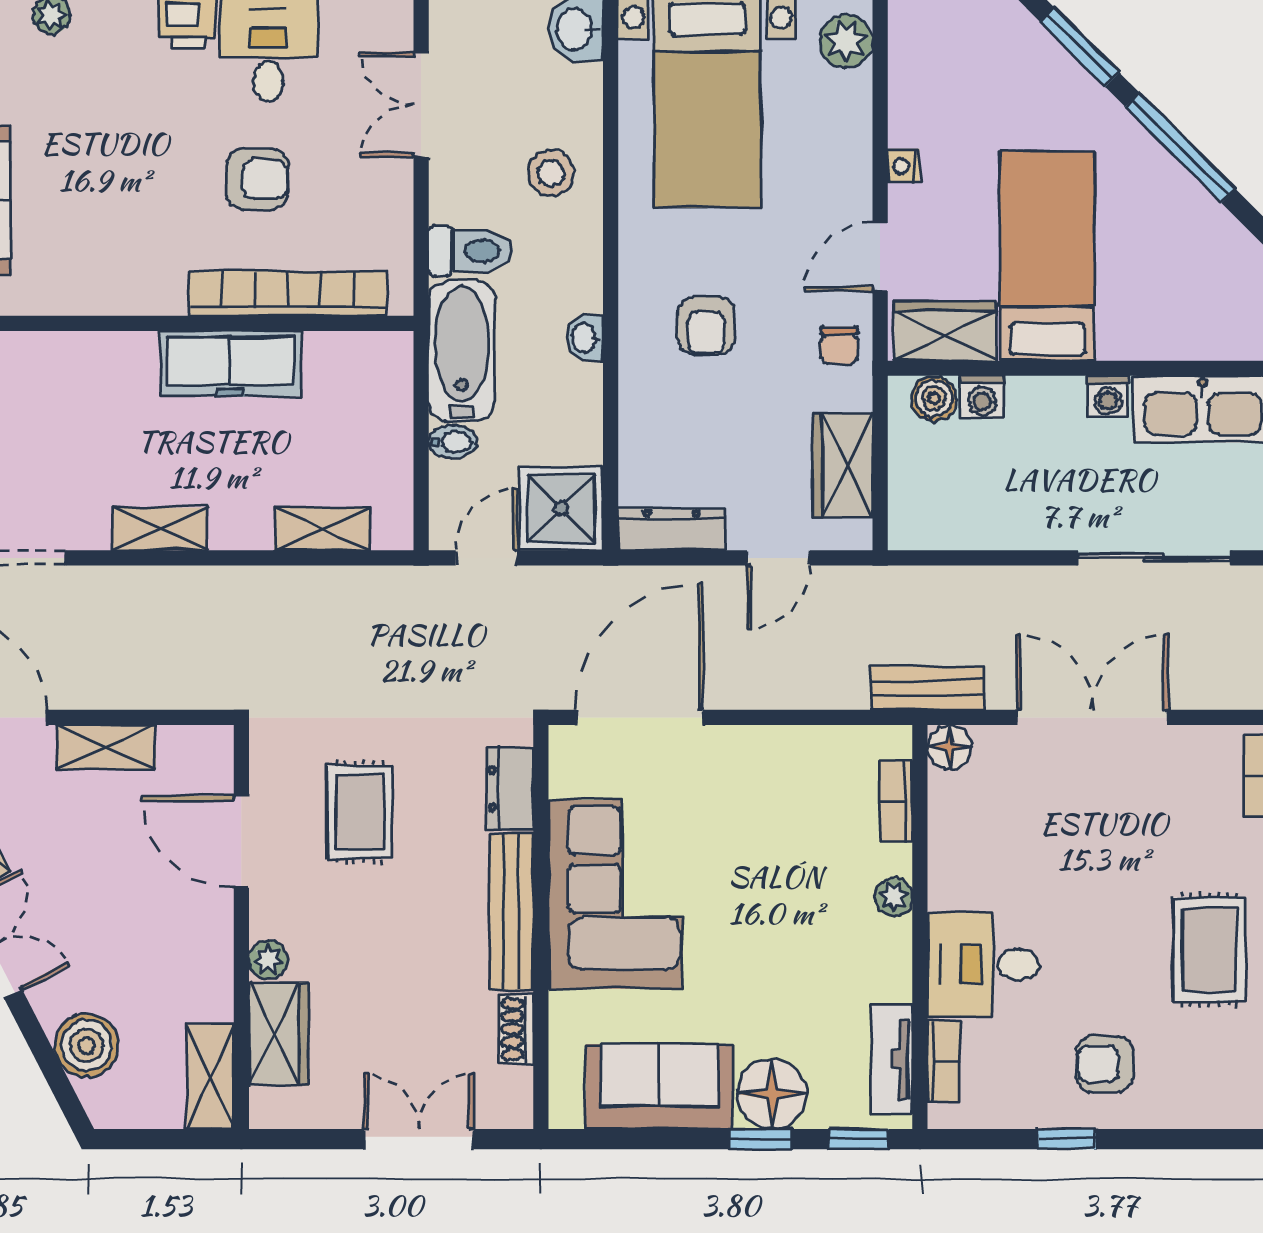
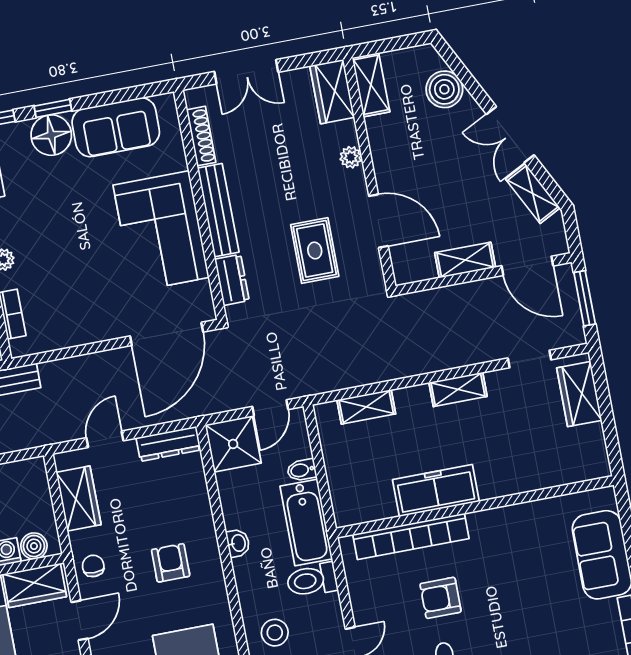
shoe rack: (516, 1029) -> (201, 136), width x1.43
wardrobe: (279, 1034) -> (332, 92), moved

